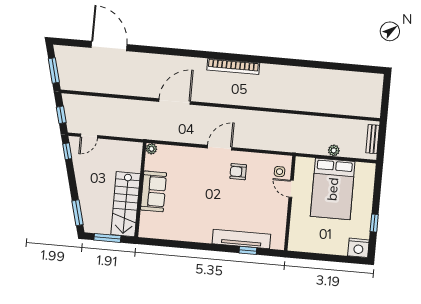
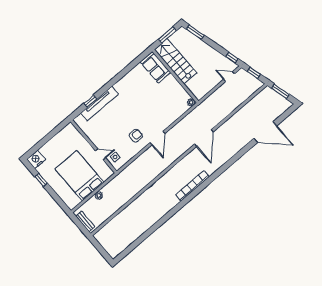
door: (89, 136) -> (229, 77), hinge flipped
sofa: (154, 191) -> (155, 67), moved

